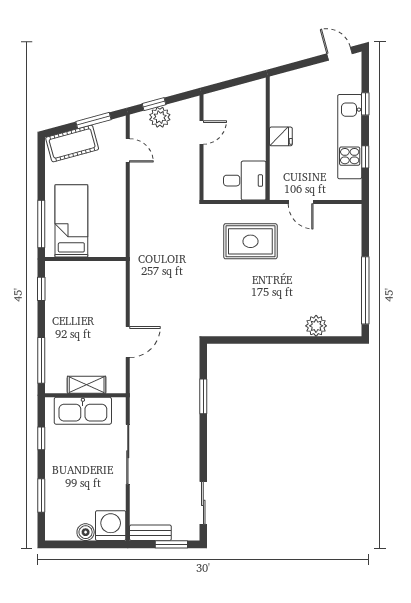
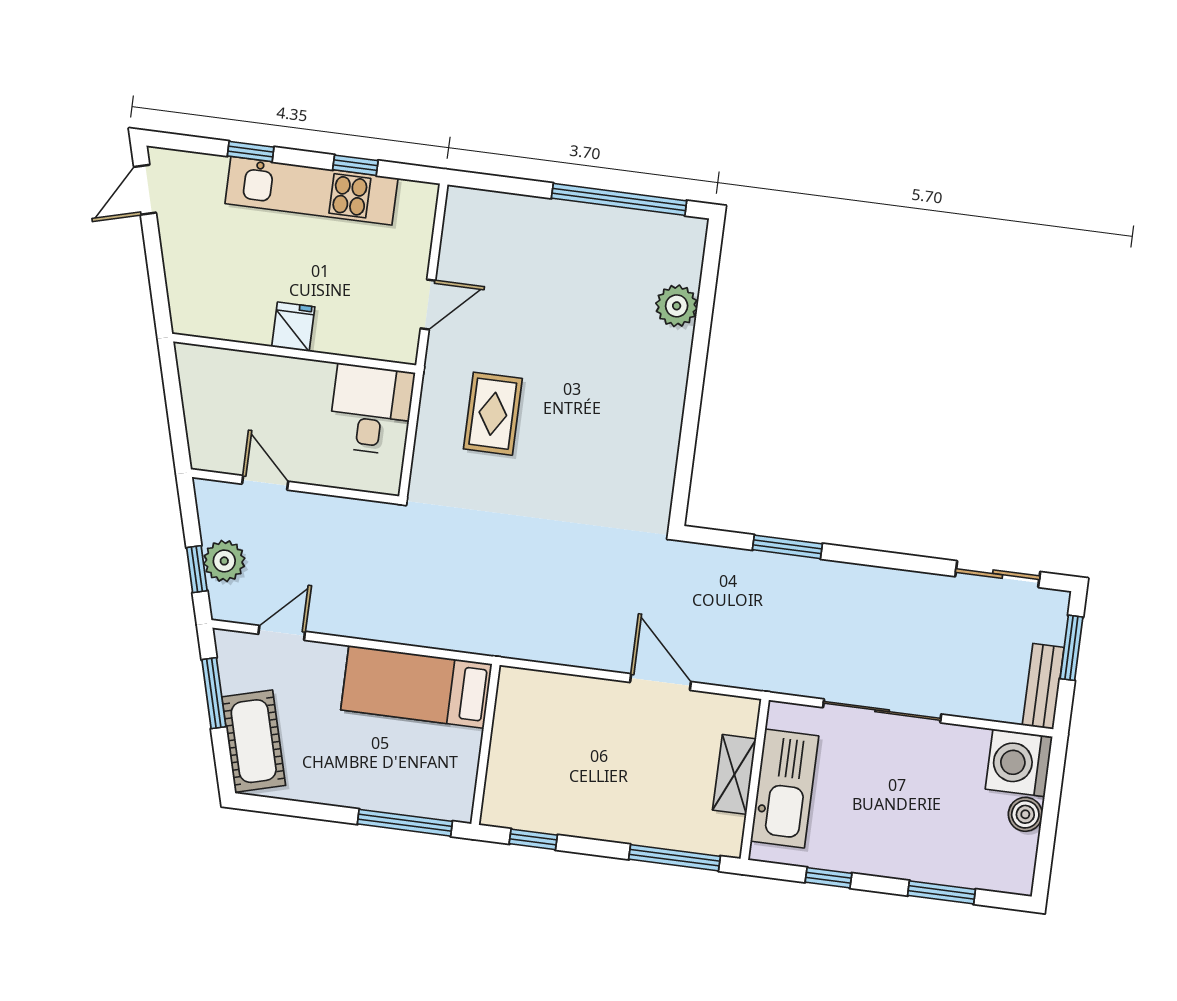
bed: (71, 221) -> (416, 687), moved
rug: (250, 241) -> (493, 414), width x0.73, depth x0.70

